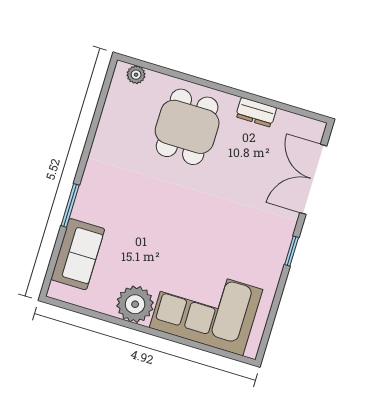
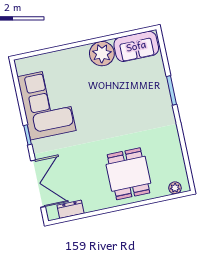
dresser: (256, 112) -> (71, 209), moved
sofa: (78, 254) -> (136, 46), moved, turned -90
corner sofa: (206, 309) -> (47, 104), moved, turned -90

